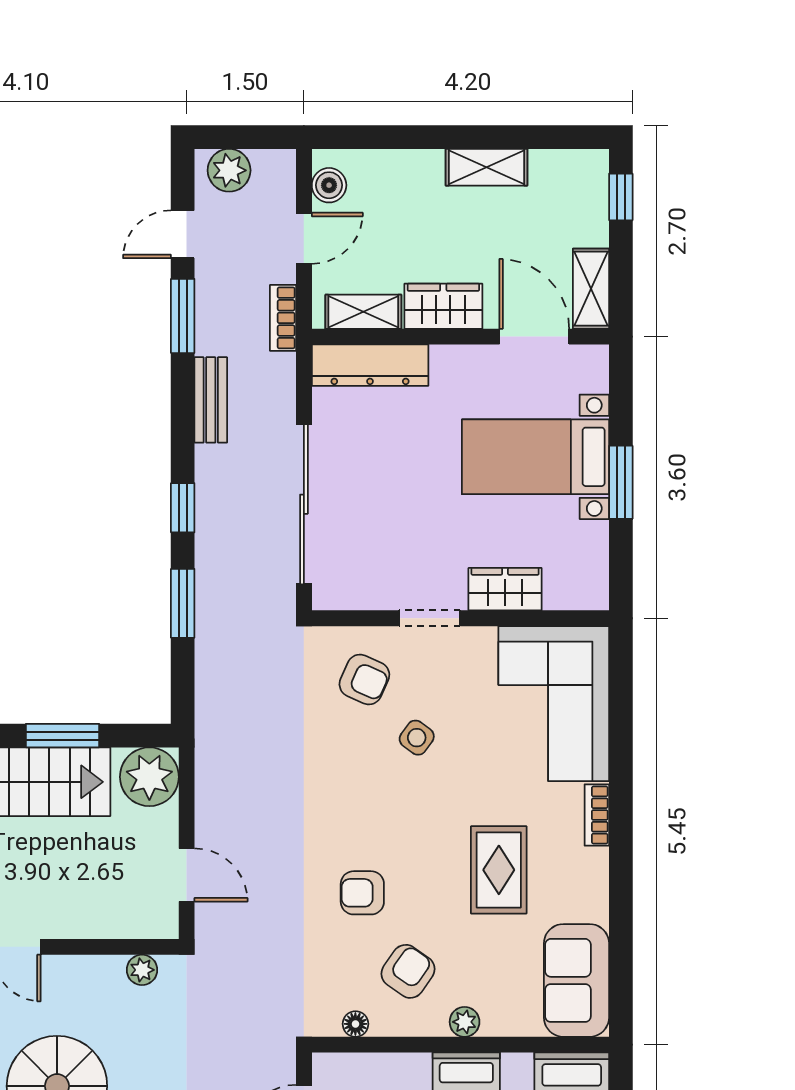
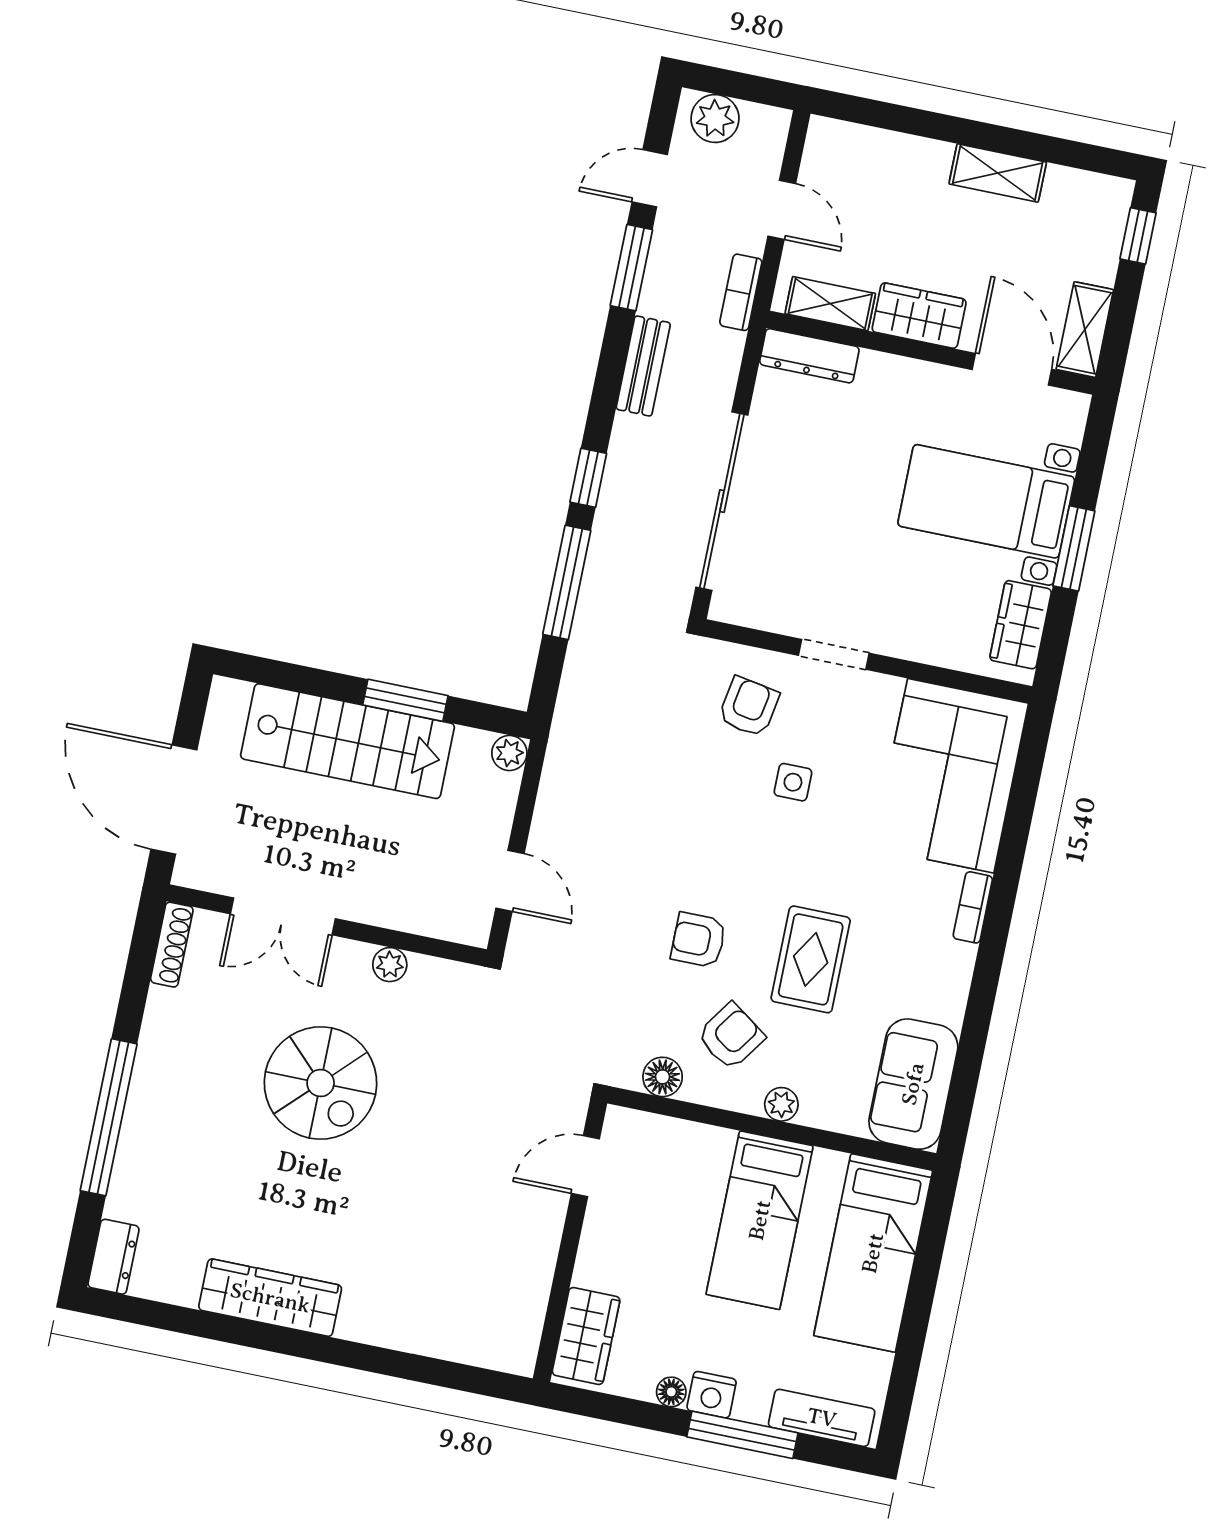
boiler: (329, 185) -> (821, 157), removed
door: (304, 238) -> (782, 210), hinge flipped
dresser: (370, 365) -> (809, 356), width x0.73, depth x0.80
wardrobe: (505, 589) -> (1021, 625), moved, turned -90
window: (183, 603) -> (567, 582), width x1.44
armchair: (364, 680) -> (749, 707), turned -104
side table: (417, 738) -> (793, 782), turned -36
plant: (149, 777) -> (509, 753), width x0.53, depth x0.53
rug: (499, 870) -> (811, 959), moved
plant: (142, 970) -> (390, 965), moved
floor lamp: (355, 1024) -> (663, 1077), width x1.37, depth x1.37

